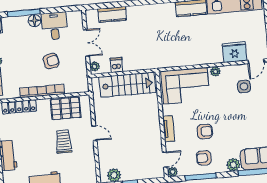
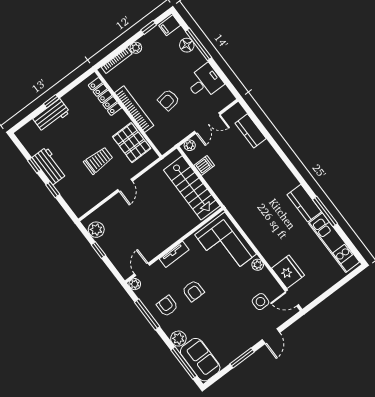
floor lamp: (34, 21) -> (187, 45), moved
armchair: (51, 61) -> (168, 100), turned 93
door: (165, 160) -> (142, 269), swing flipped

